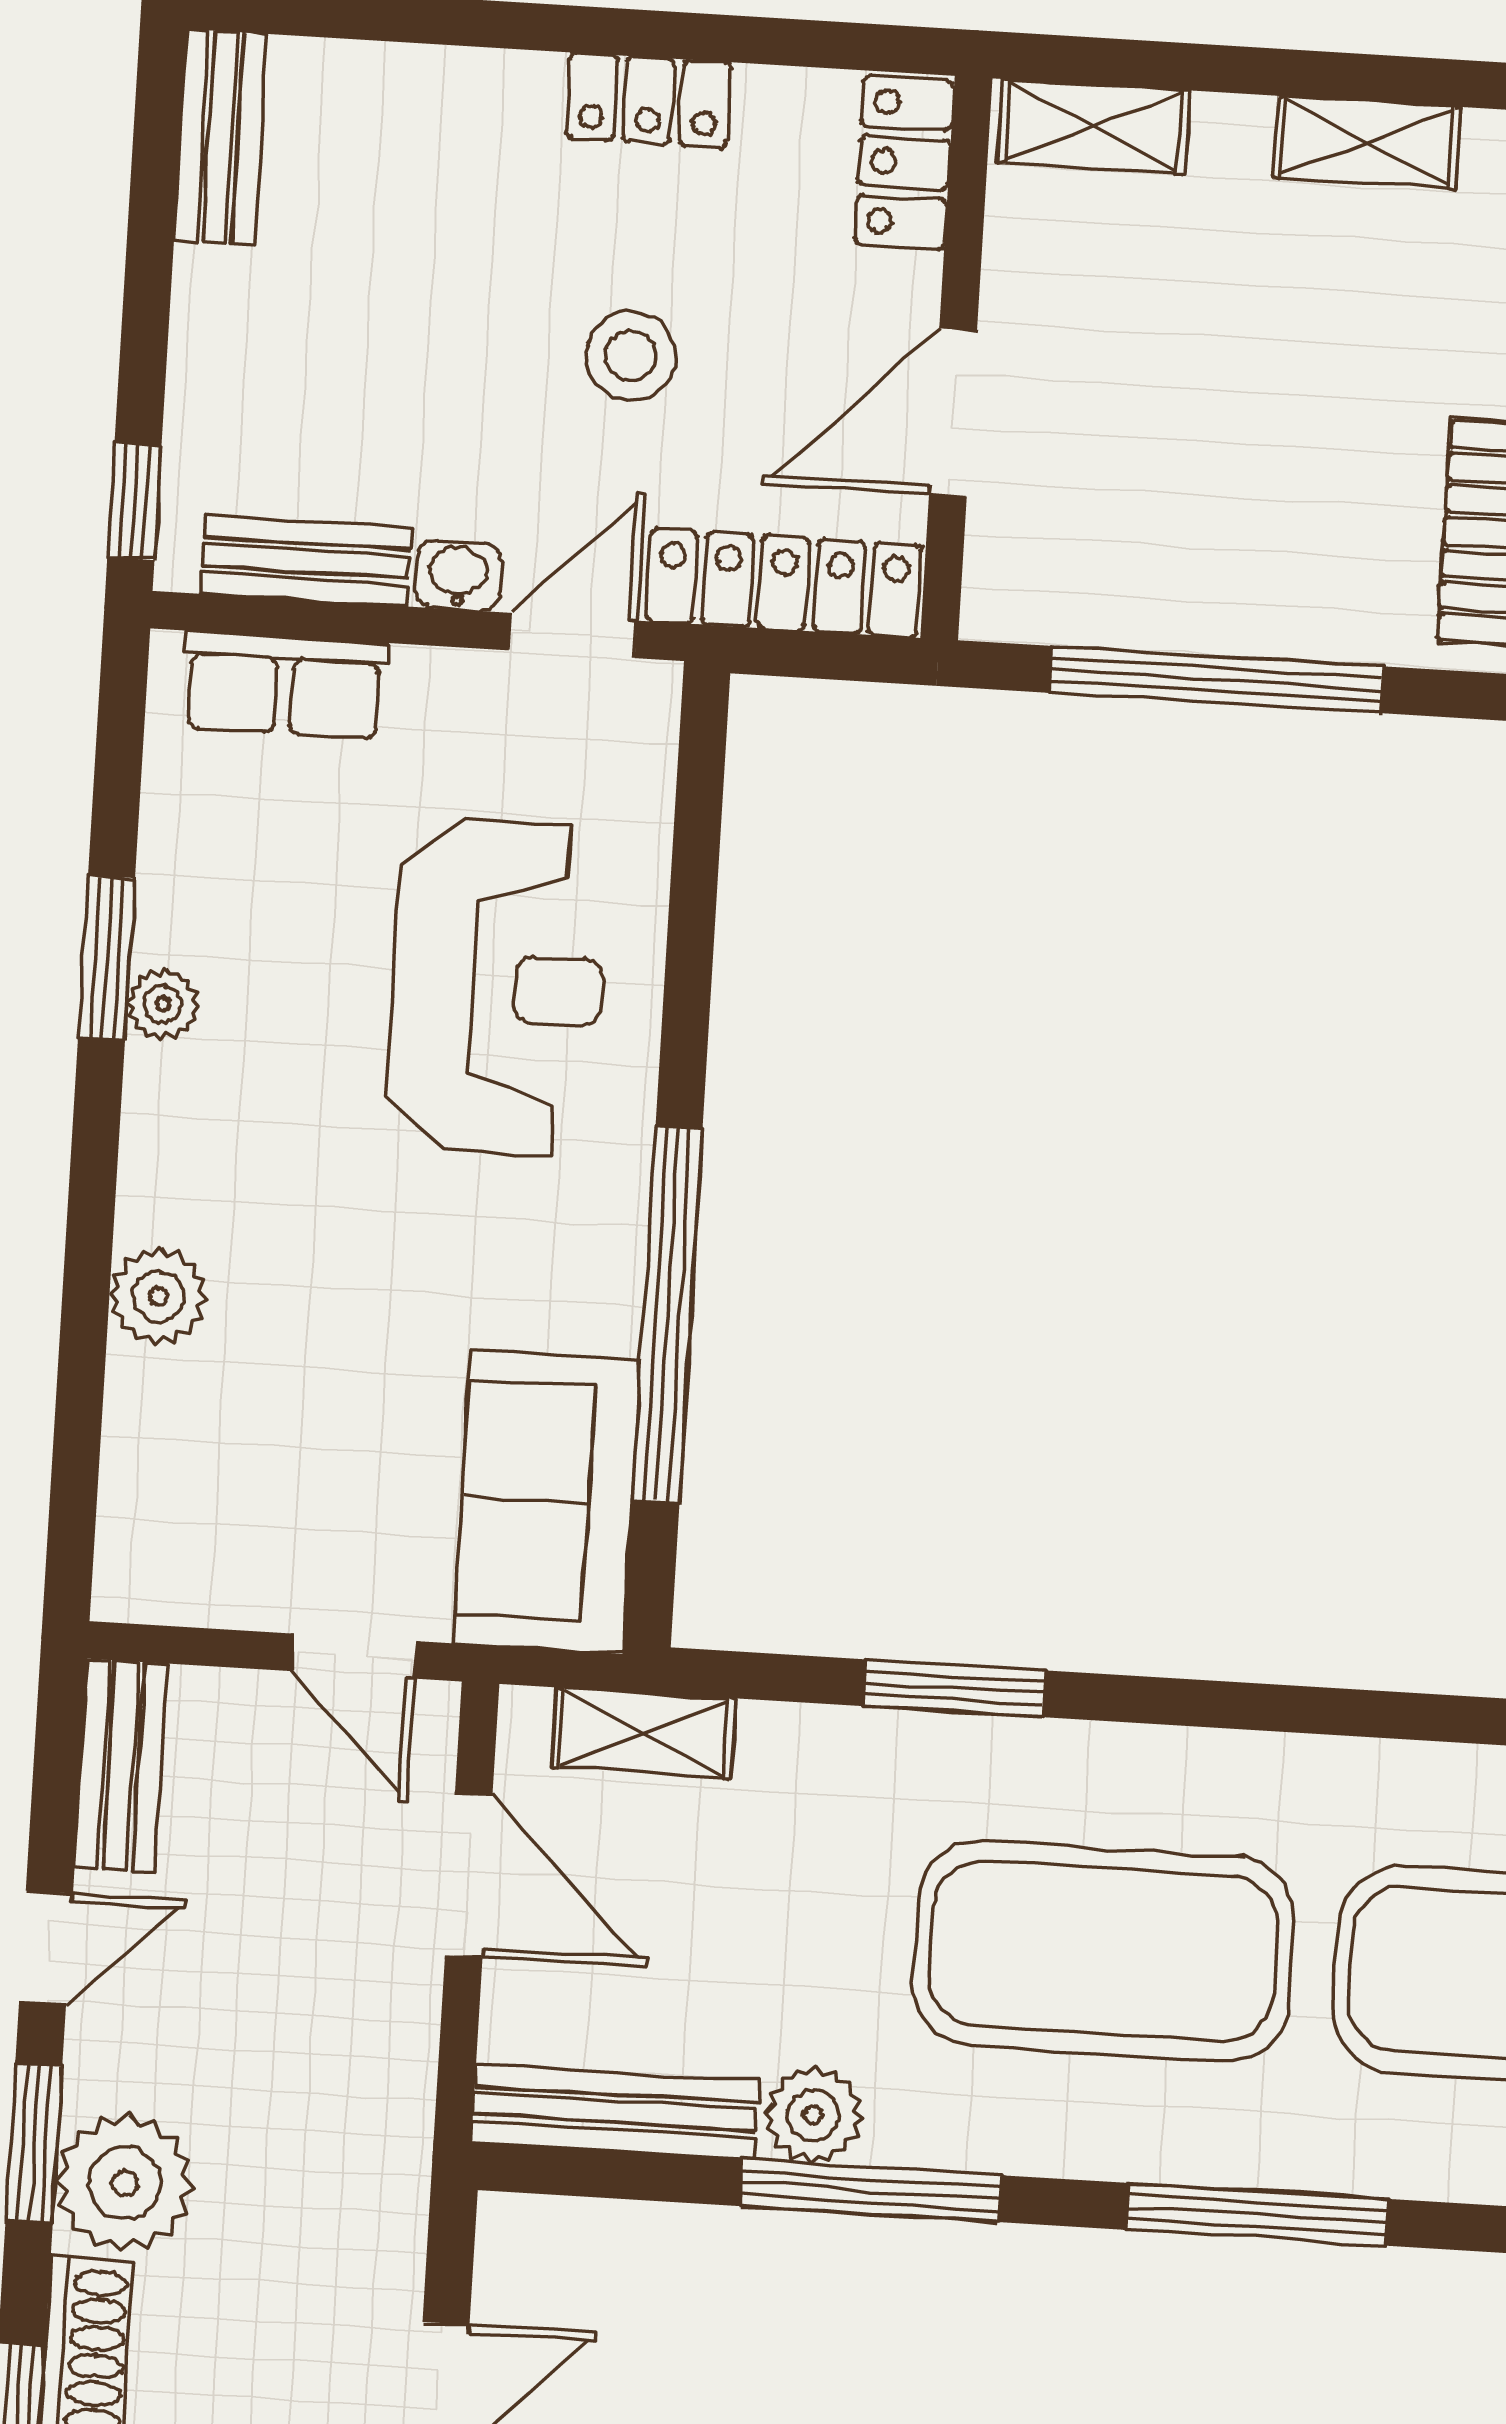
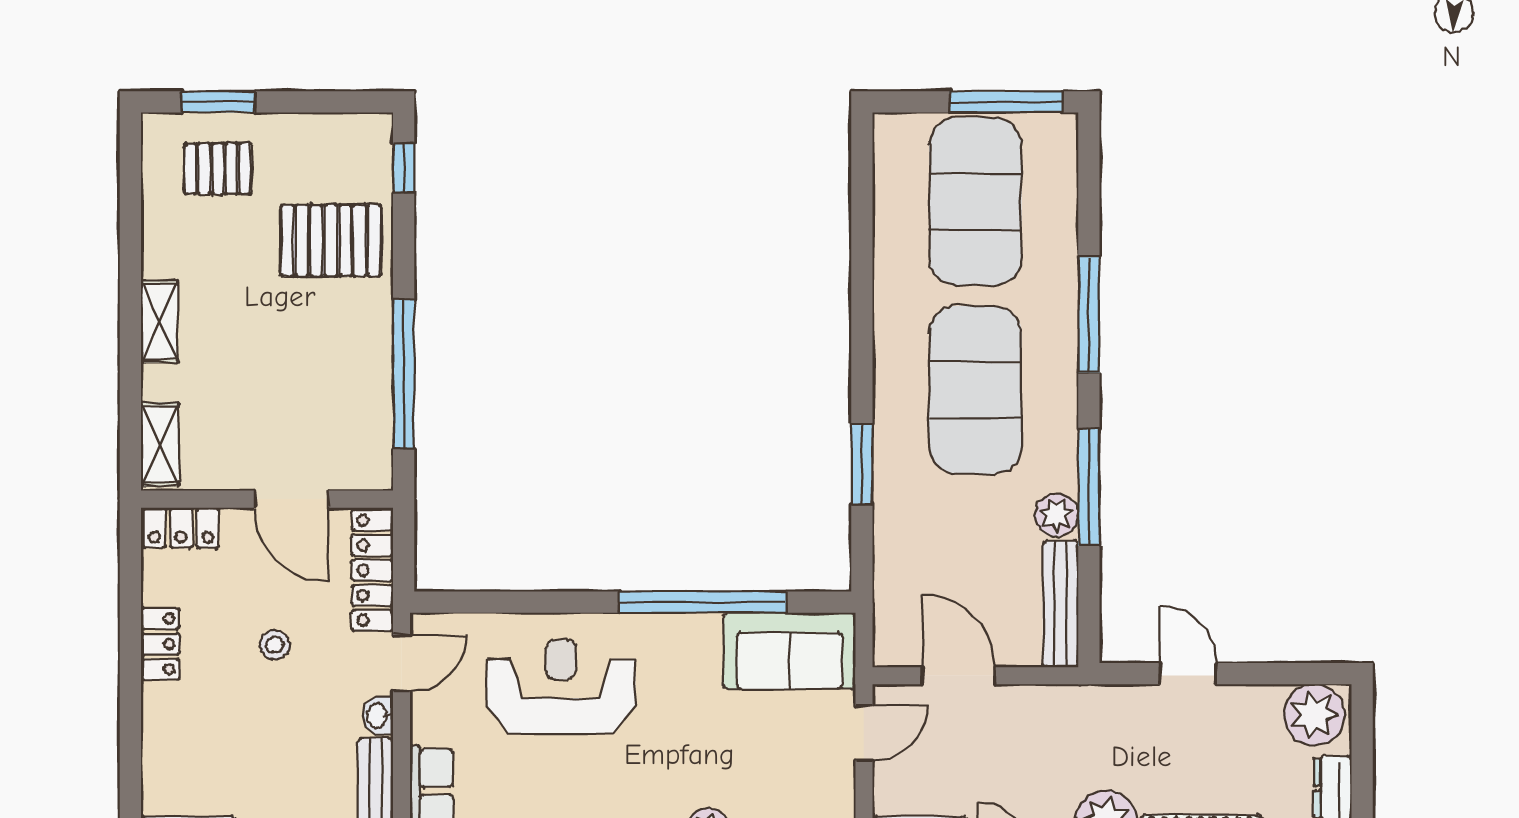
stool: (631, 355) -> (275, 645), width x0.73, depth x0.73
door: (573, 635) -> (402, 663), swing flipped
shelving: (644, 1733) -> (890, 601), removed
door: (469, 1875) -> (959, 676), hinge flipped

